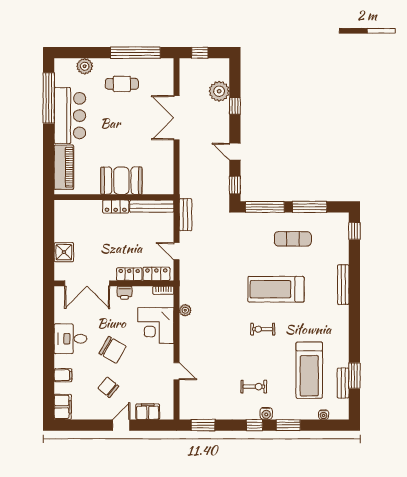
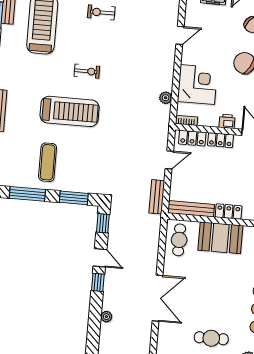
plant: (219, 91) -> (106, 317), width x0.53, depth x0.53
window: (235, 106) -> (98, 282), moved
cafe table: (161, 175) -> (179, 240), added
window: (265, 207) -> (74, 198), width x0.69
exercise mat: (293, 239) -> (48, 162), turned 90
door: (177, 251) -> (169, 160), hinge flipped
door: (177, 371) -> (180, 35), swing flipped

